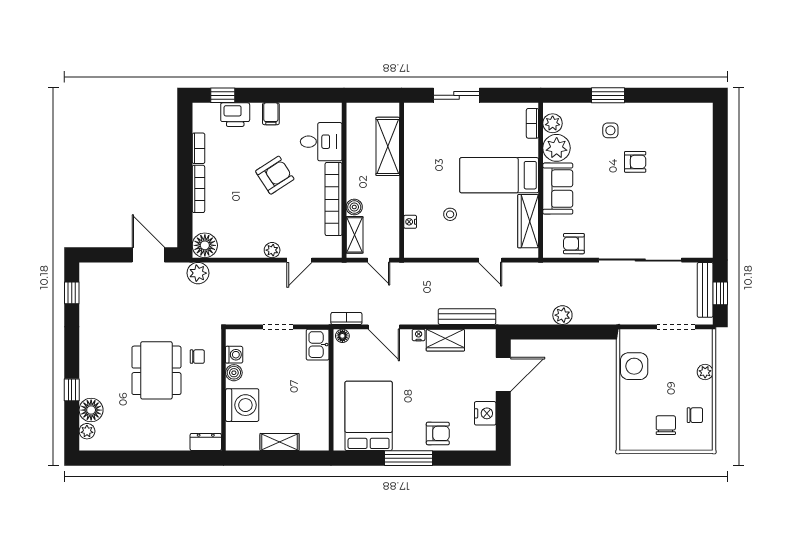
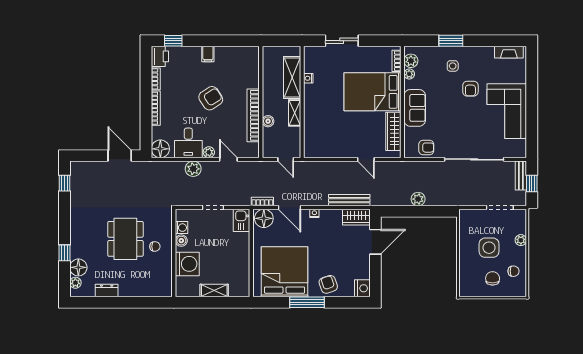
fireplace: (688, 111) -> (509, 52), added
printer: (235, 115) -> (160, 56), moved, turned -90
desk: (321, 142) -> (188, 143), moved, turned 90
plant: (557, 148) -> (409, 74), width x0.53, depth x0.53
armchair: (635, 162) -> (470, 89), turned 90
bed: (499, 175) -> (372, 92), width x1.50
corner sofa: (686, 193) -> (507, 111), added
stool: (450, 214) -> (337, 126), removed
nightstand: (410, 222) -> (308, 78), moved
shelving: (355, 235) -> (295, 113), moved
armchair: (574, 244) -> (426, 148), turned 180
door: (299, 260) -> (228, 159), swing flipped
plant: (198, 273) -> (193, 169), moved
bench: (705, 290) -> (521, 176), width x0.73
floor lamp: (342, 336) -> (264, 218), width x1.89, depth x1.89
wardrobe: (445, 340) -> (356, 217), moved
chair: (197, 357) -> (155, 246), moved
side table: (634, 366) -> (489, 248), moved
nightstand: (485, 413) -> (362, 288), moved
bed: (369, 416) -> (284, 272), width x1.36
armchair: (438, 433) -> (328, 284), turned -109
dresser: (206, 442) -> (107, 291), moved

